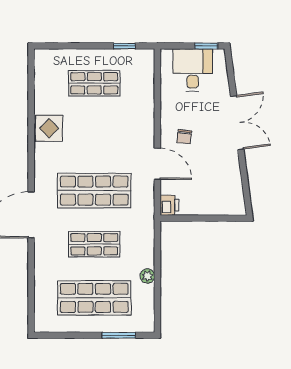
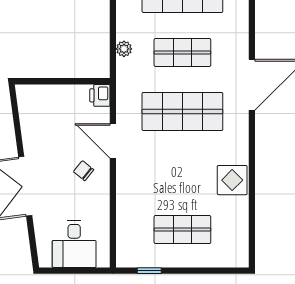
window: (206, 46) -> (59, 271), removed
chair: (184, 137) -> (84, 171), turned -58
plant: (147, 276) -> (124, 49), moved

